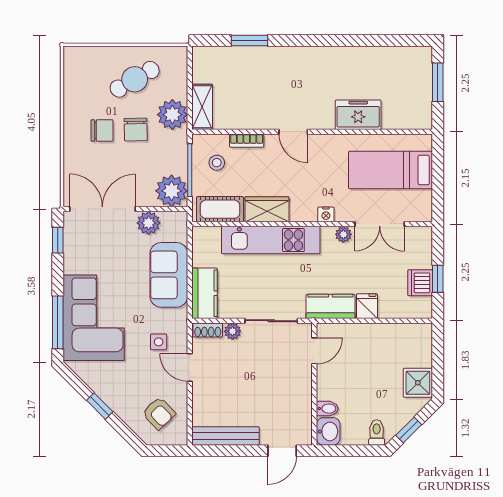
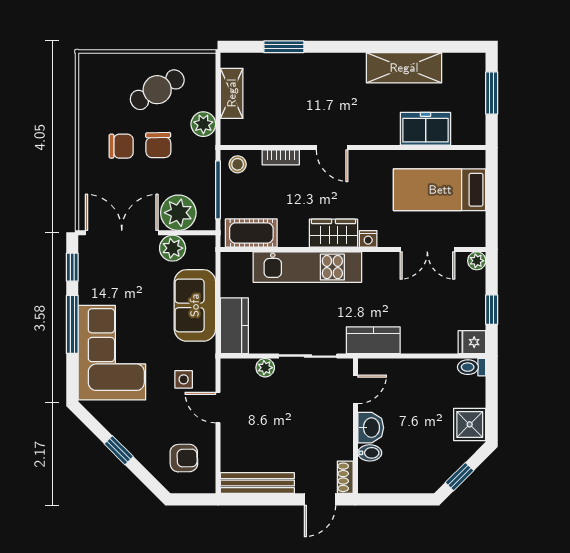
shelving: (358, 59) -> (404, 68), added
shelving: (202, 107) -> (232, 93), moved
plant: (172, 115) -> (203, 124), width x0.73, depth x0.73
freezer: (358, 115) -> (426, 129), moved
stool: (217, 163) -> (238, 164), moved
plant: (172, 191) -> (178, 213), moved
wardrobe: (267, 209) -> (334, 233), moved
plant: (343, 234) -> (477, 261), moved
dishwasher: (420, 283) -> (472, 314), removed
fridge: (367, 306) -> (472, 342), moved, turned -90
window: (58, 322) -> (72, 324), moved
shoe rack: (208, 330) -> (345, 477), moved, turned 90
armchair: (159, 413) -> (184, 458), turned -47
washbasin: (328, 431) -> (371, 428), moved
toilet: (377, 432) -> (472, 367), moved, turned -90

